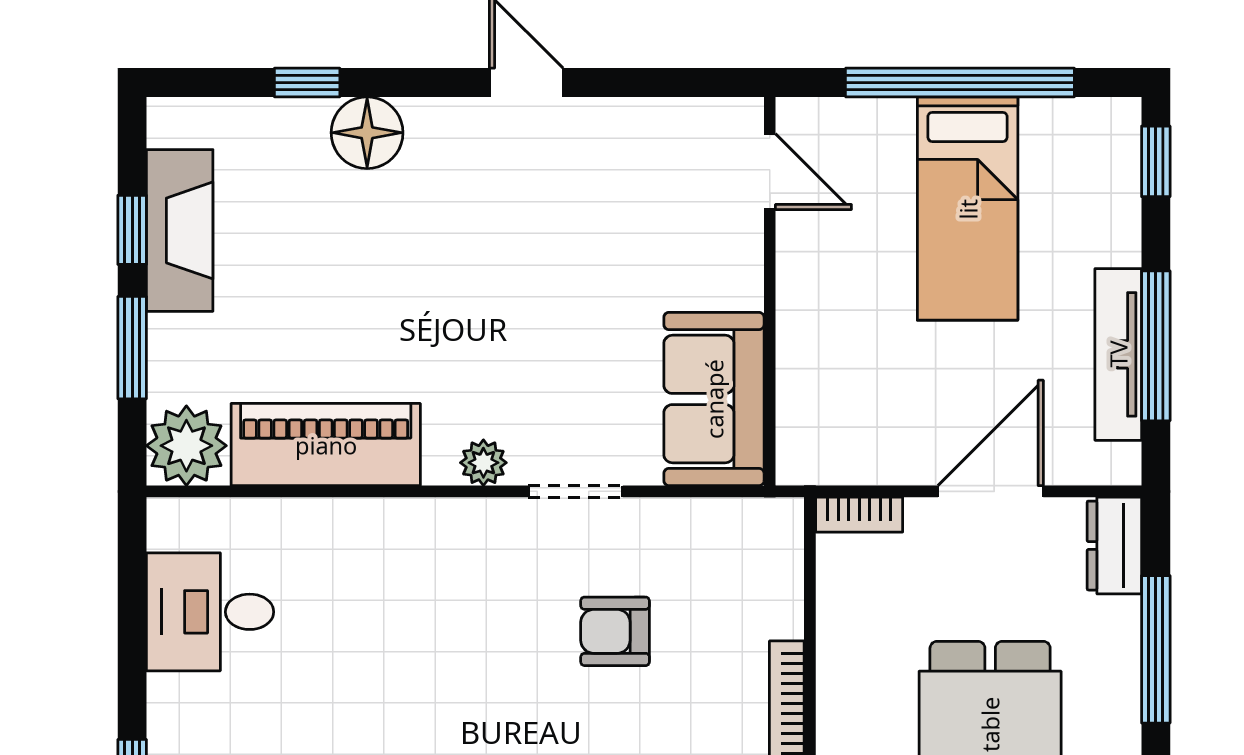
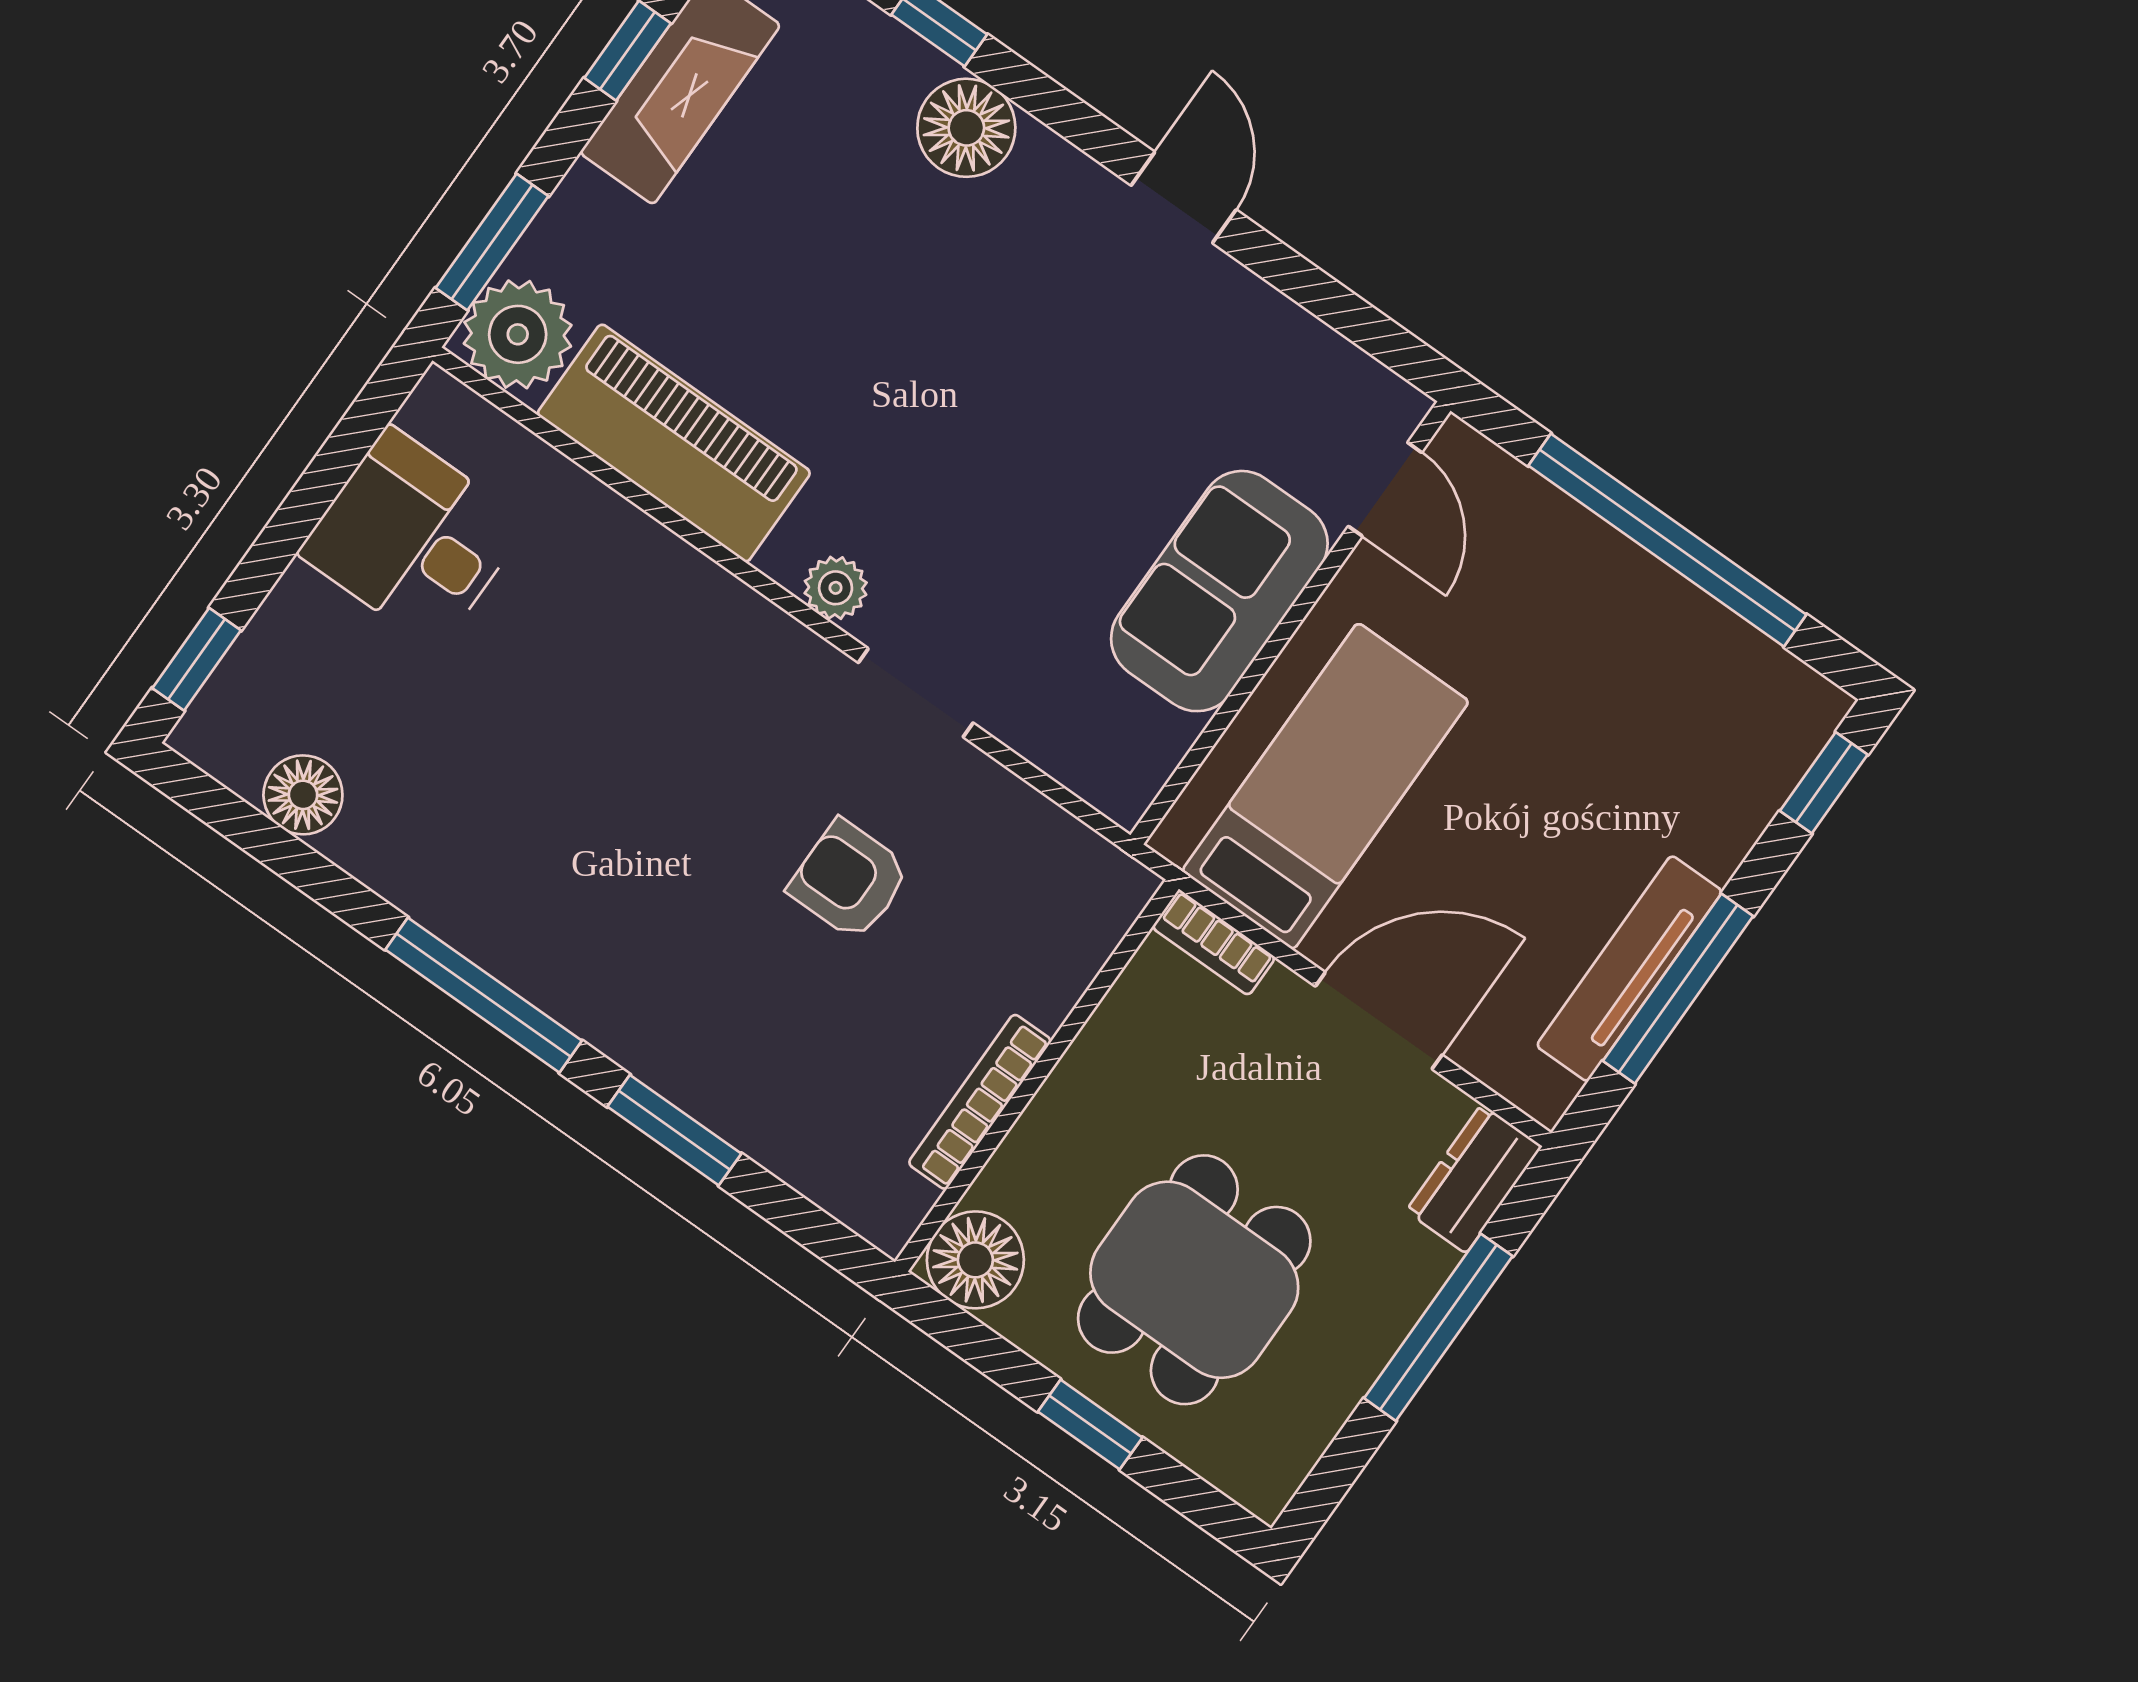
bed: (968, 209) -> (1325, 786), moved, turned 180
window: (132, 348) -> (492, 242), moved
sofa: (714, 399) -> (1219, 591), moved

